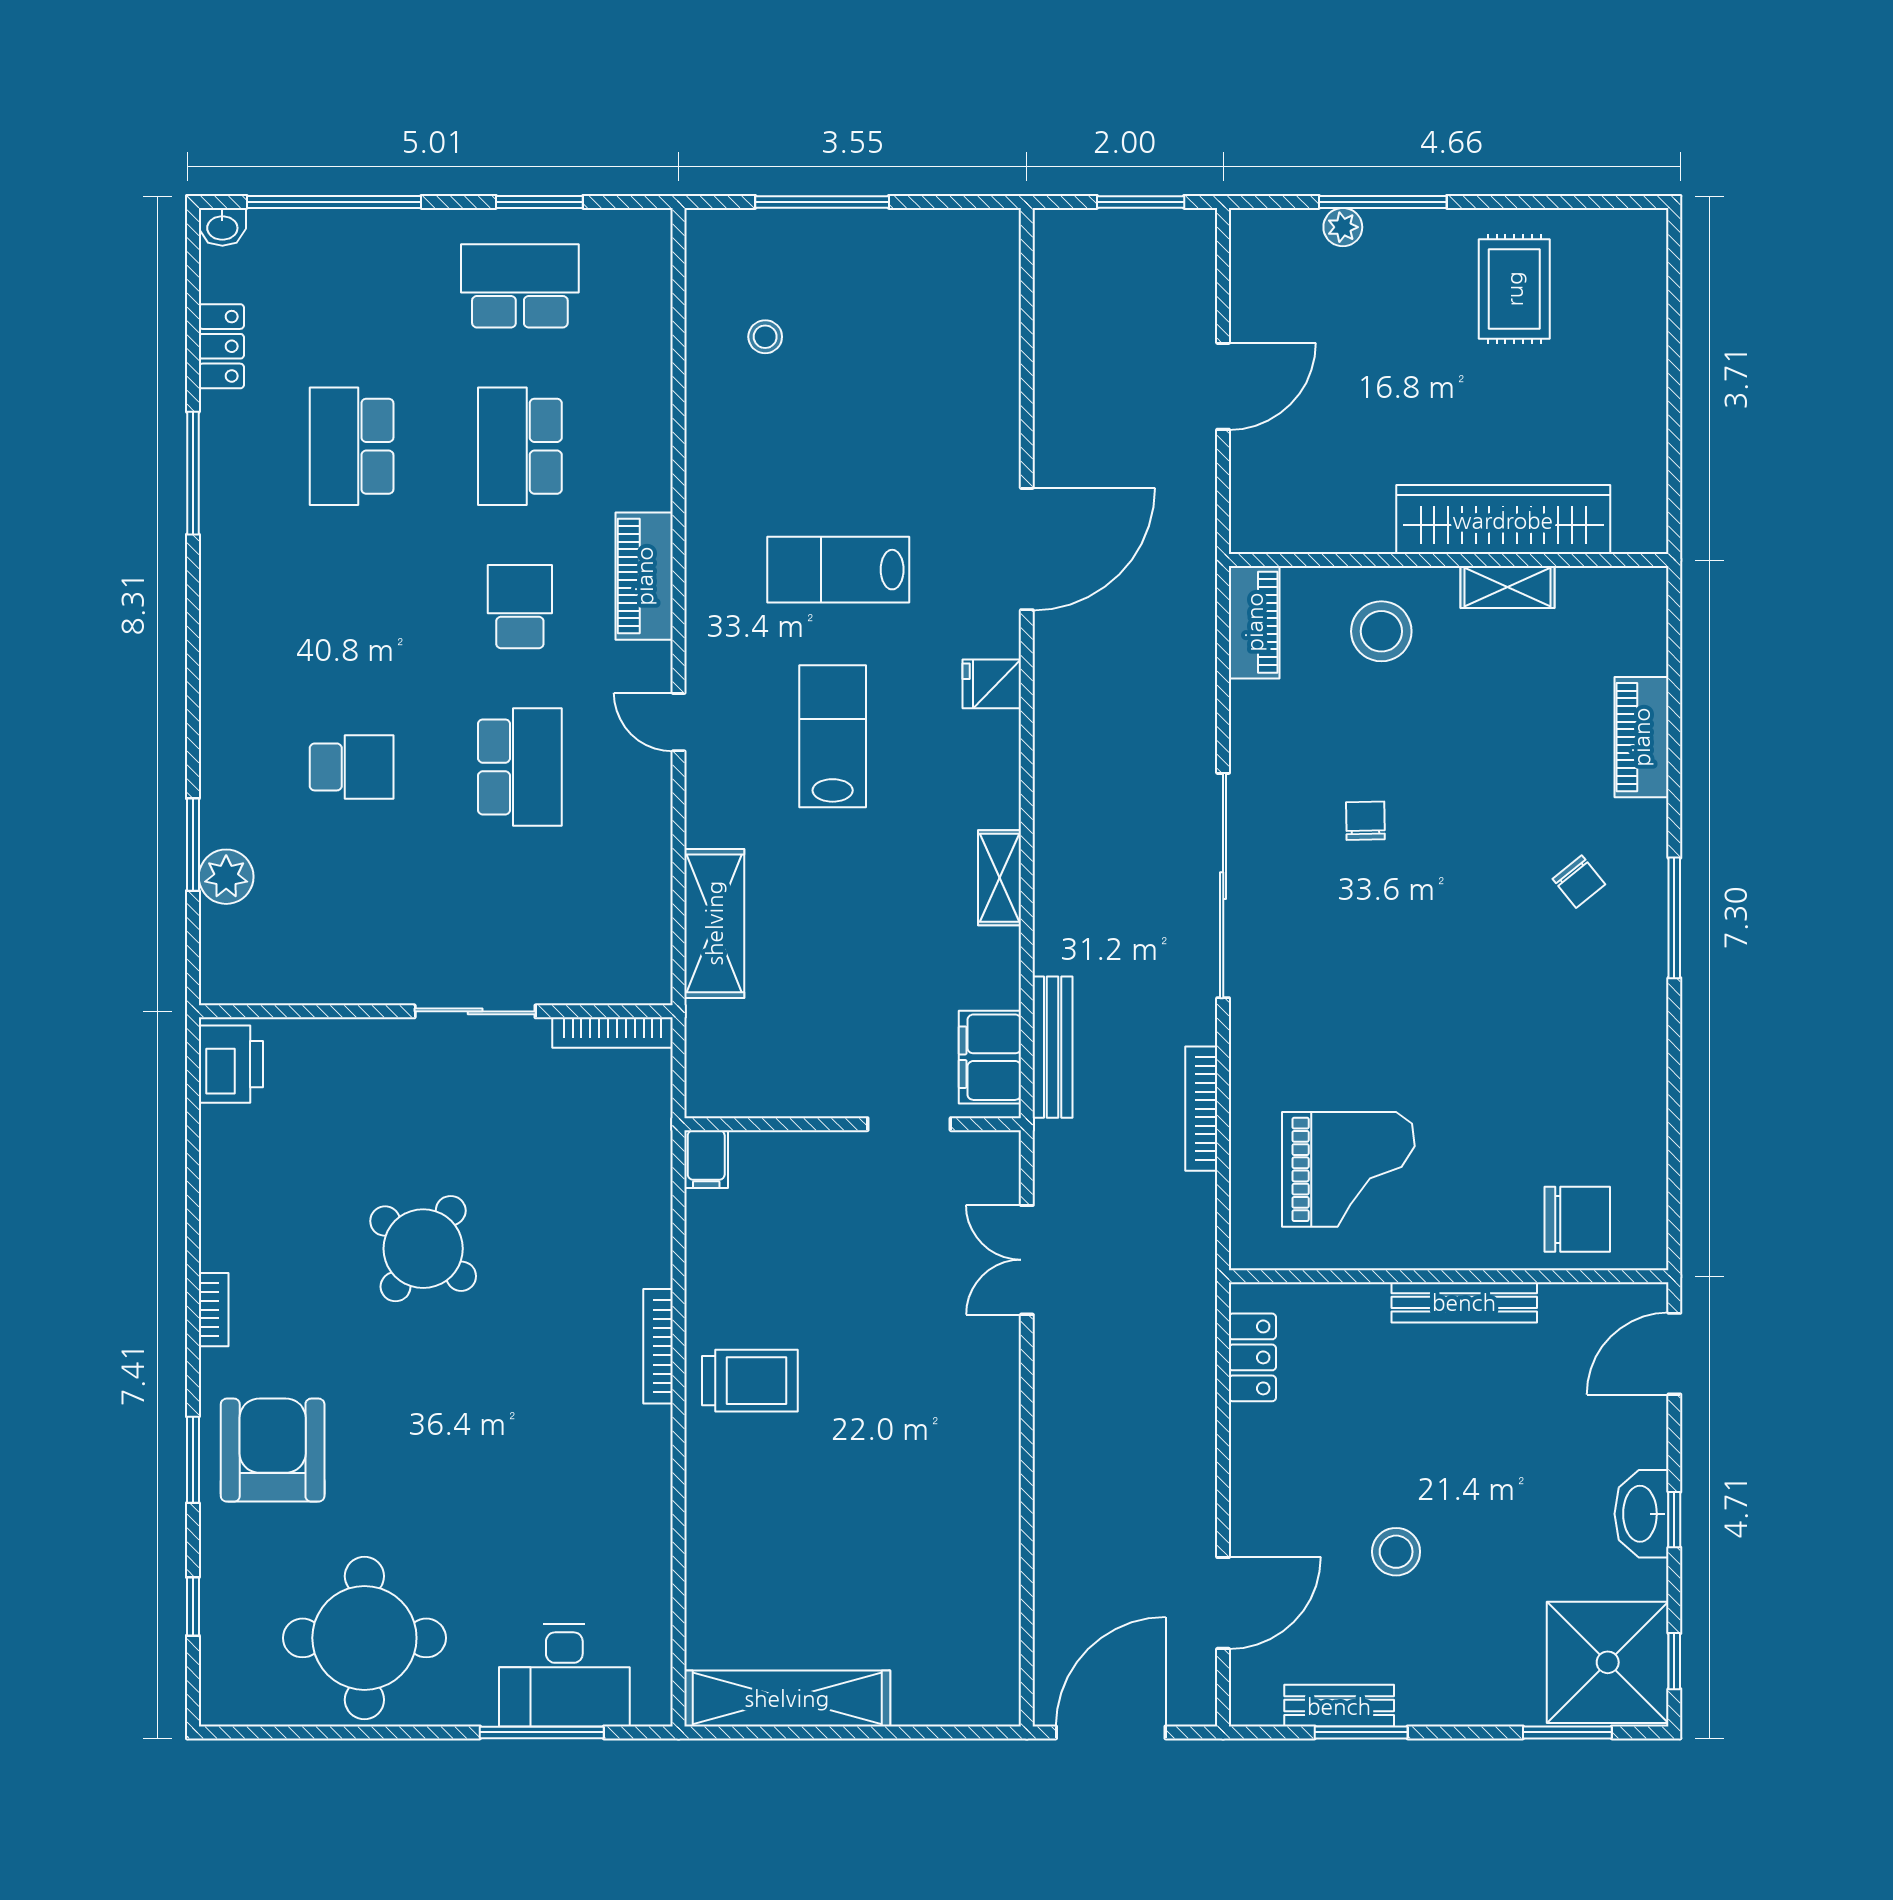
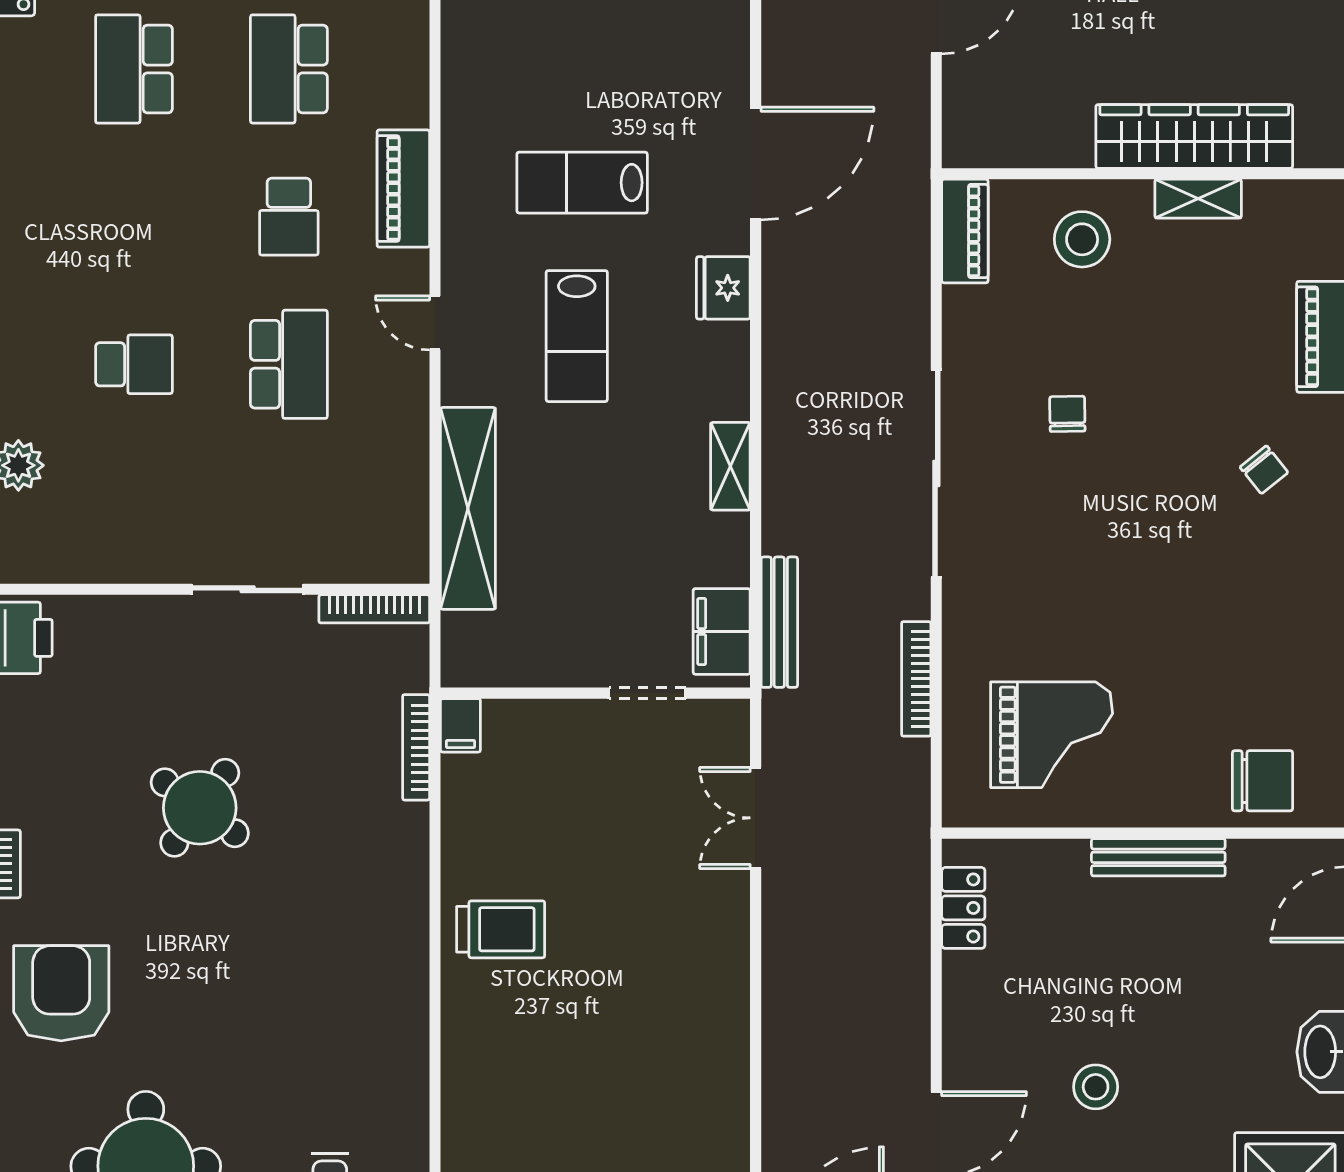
school desk: (520, 607) -> (289, 217), turned 180
fridge: (992, 684) -> (723, 288), width x1.38
lab bench: (833, 736) -> (577, 336), turned 180
shelving: (714, 923) -> (468, 508), width x1.47
bookcase: (658, 1346) -> (416, 747), moved

